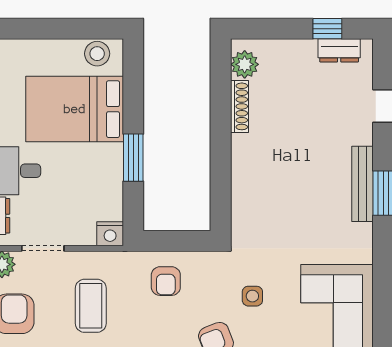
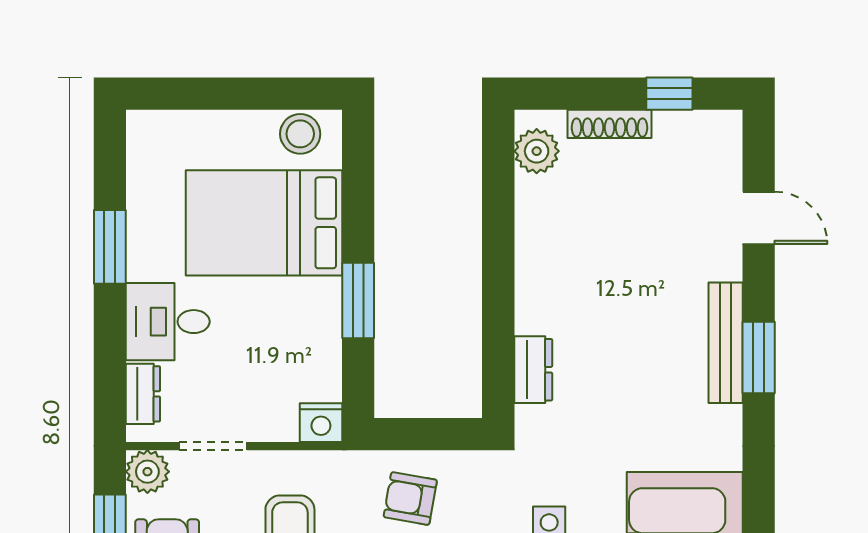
dresser: (339, 50) -> (533, 370), moved, turned -90
shoe rack: (240, 106) -> (610, 124), moved, turned 90
armchair: (166, 281) -> (410, 498), turned 100

